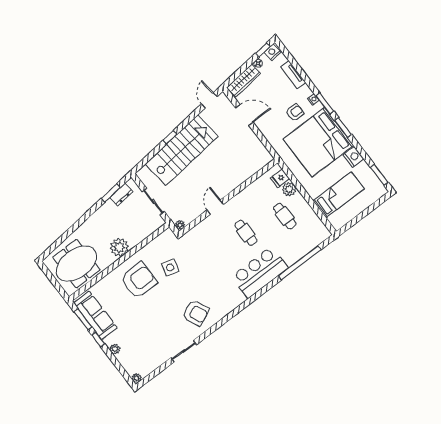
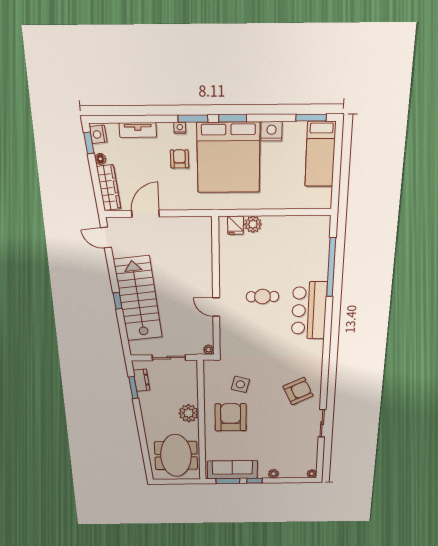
bed: (339, 195) -> (320, 154), moved, turned 180
cafe table: (285, 216) -> (276, 248), removed

